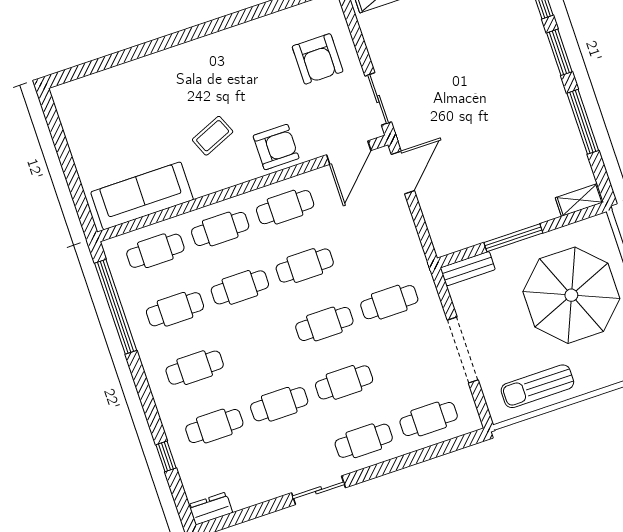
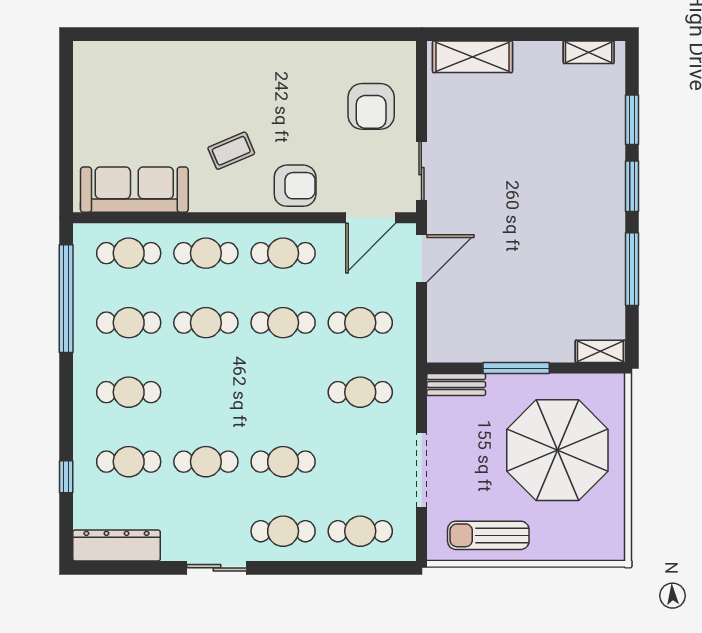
cafe table: (324, 324) -> (360, 323), moved
dresser: (211, 509) -> (117, 546), width x1.96, depth x1.24

